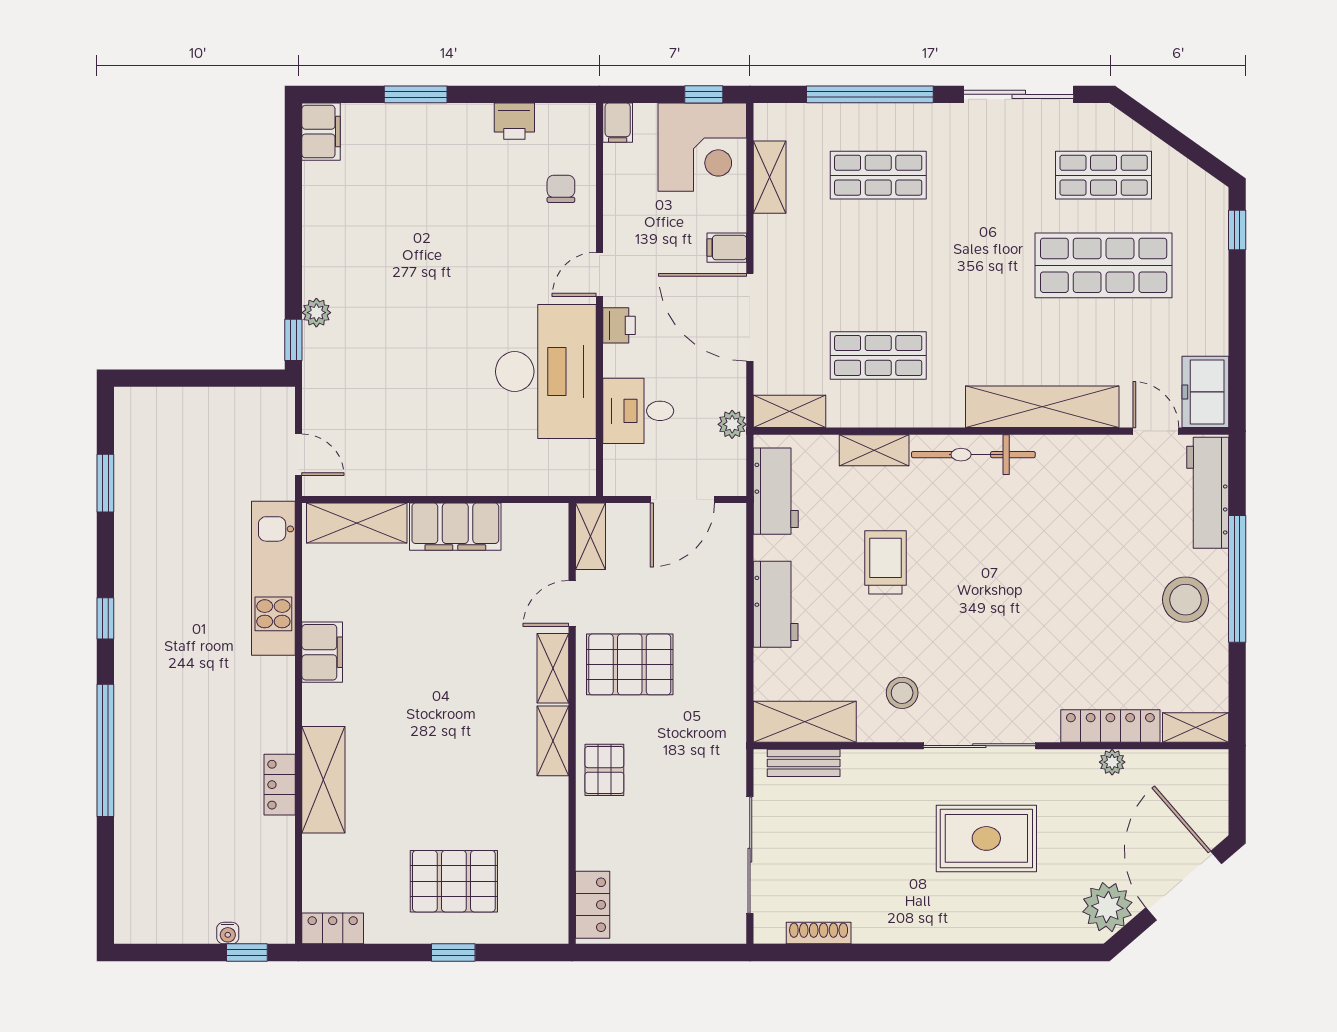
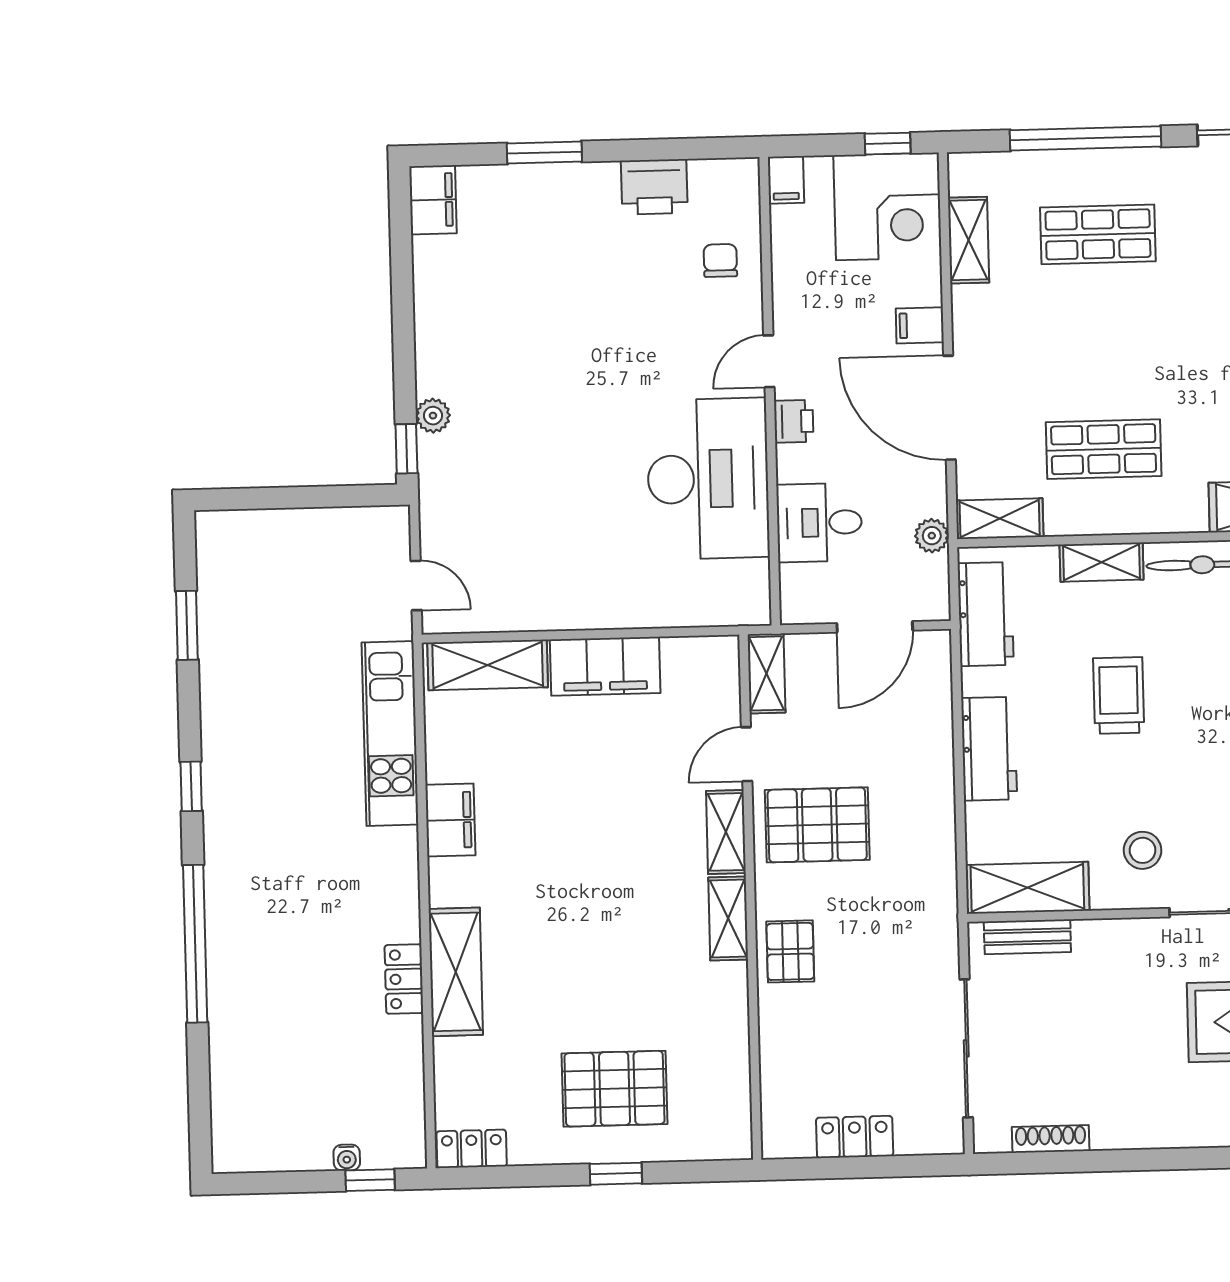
printer: (514, 121) -> (654, 187), width x1.36, depth x1.24
locker: (593, 905) -> (855, 1137), moved, turned -90

